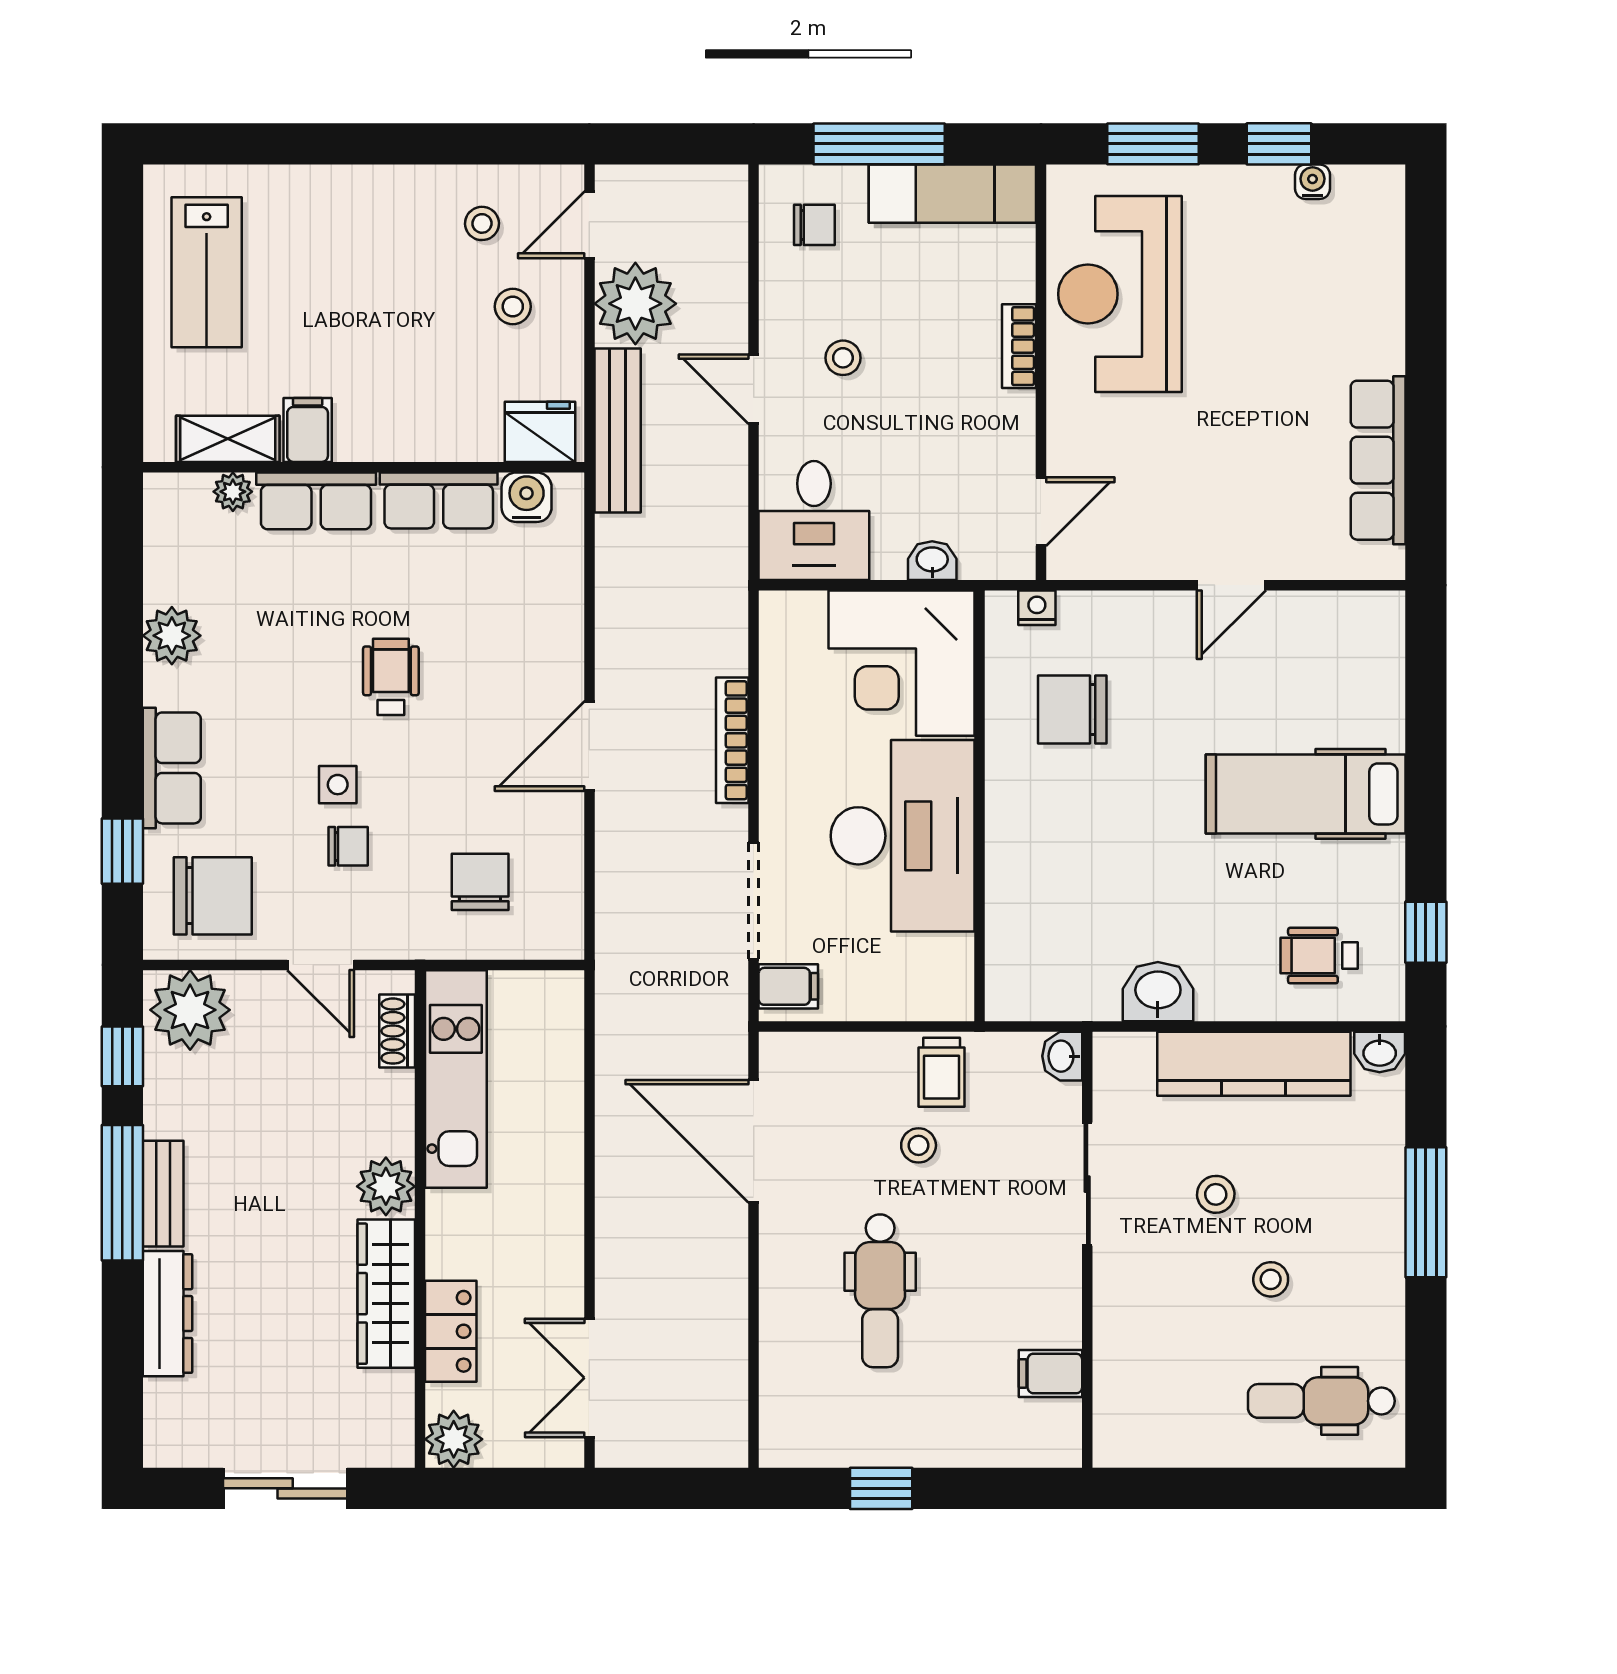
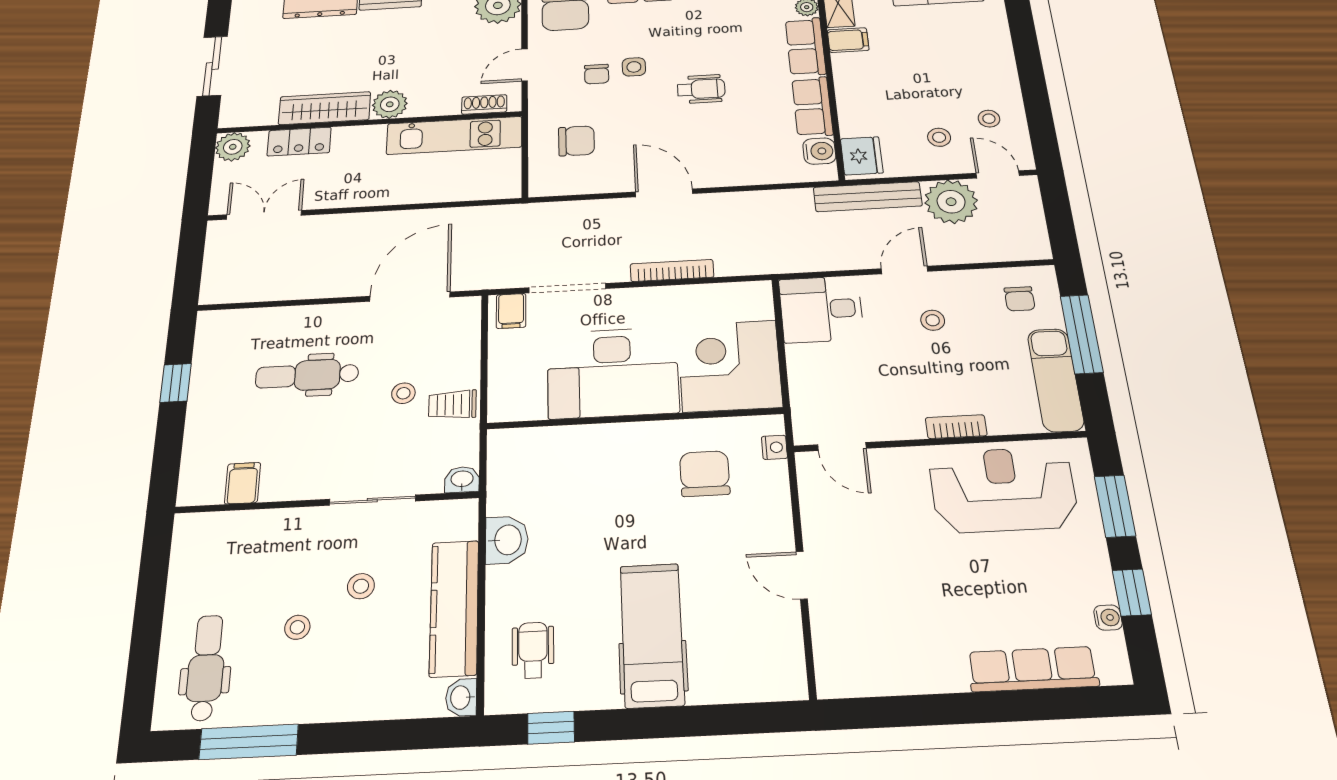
row of seats: (1378, 460) -> (1033, 669), moved
washbasin: (932, 561) -> (801, 381), removed
window: (1426, 1212) -> (249, 742), moved

